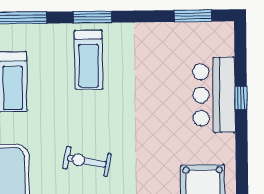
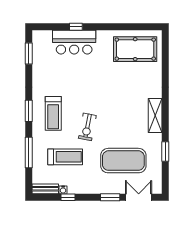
treadmill: (89, 60) -> (53, 113), turned 90
exercise bike: (87, 161) -> (87, 127), moved

